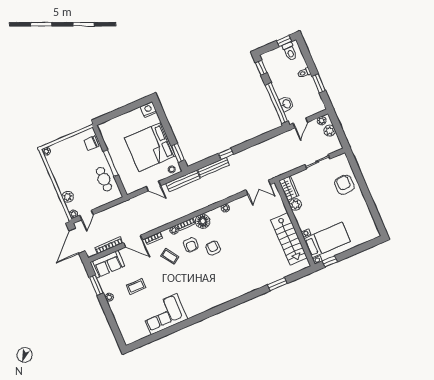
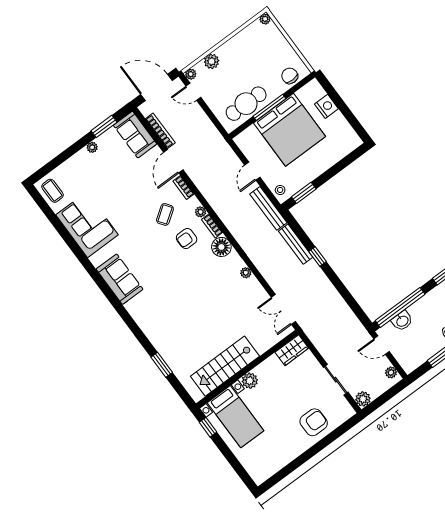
nightstand: (148, 109) -> (326, 106), moved
plant: (330, 131) -> (363, 399), moved
bed: (150, 147) -> (290, 130), moved, turned 180
cafe table: (104, 179) -> (246, 104), width x1.37, depth x1.35
plant: (295, 204) -> (250, 381), moved
armchair: (213, 248) -> (189, 269), removed
coffee table: (136, 286) -> (53, 191), moved
sofa: (209, 300) -> (120, 279), added

